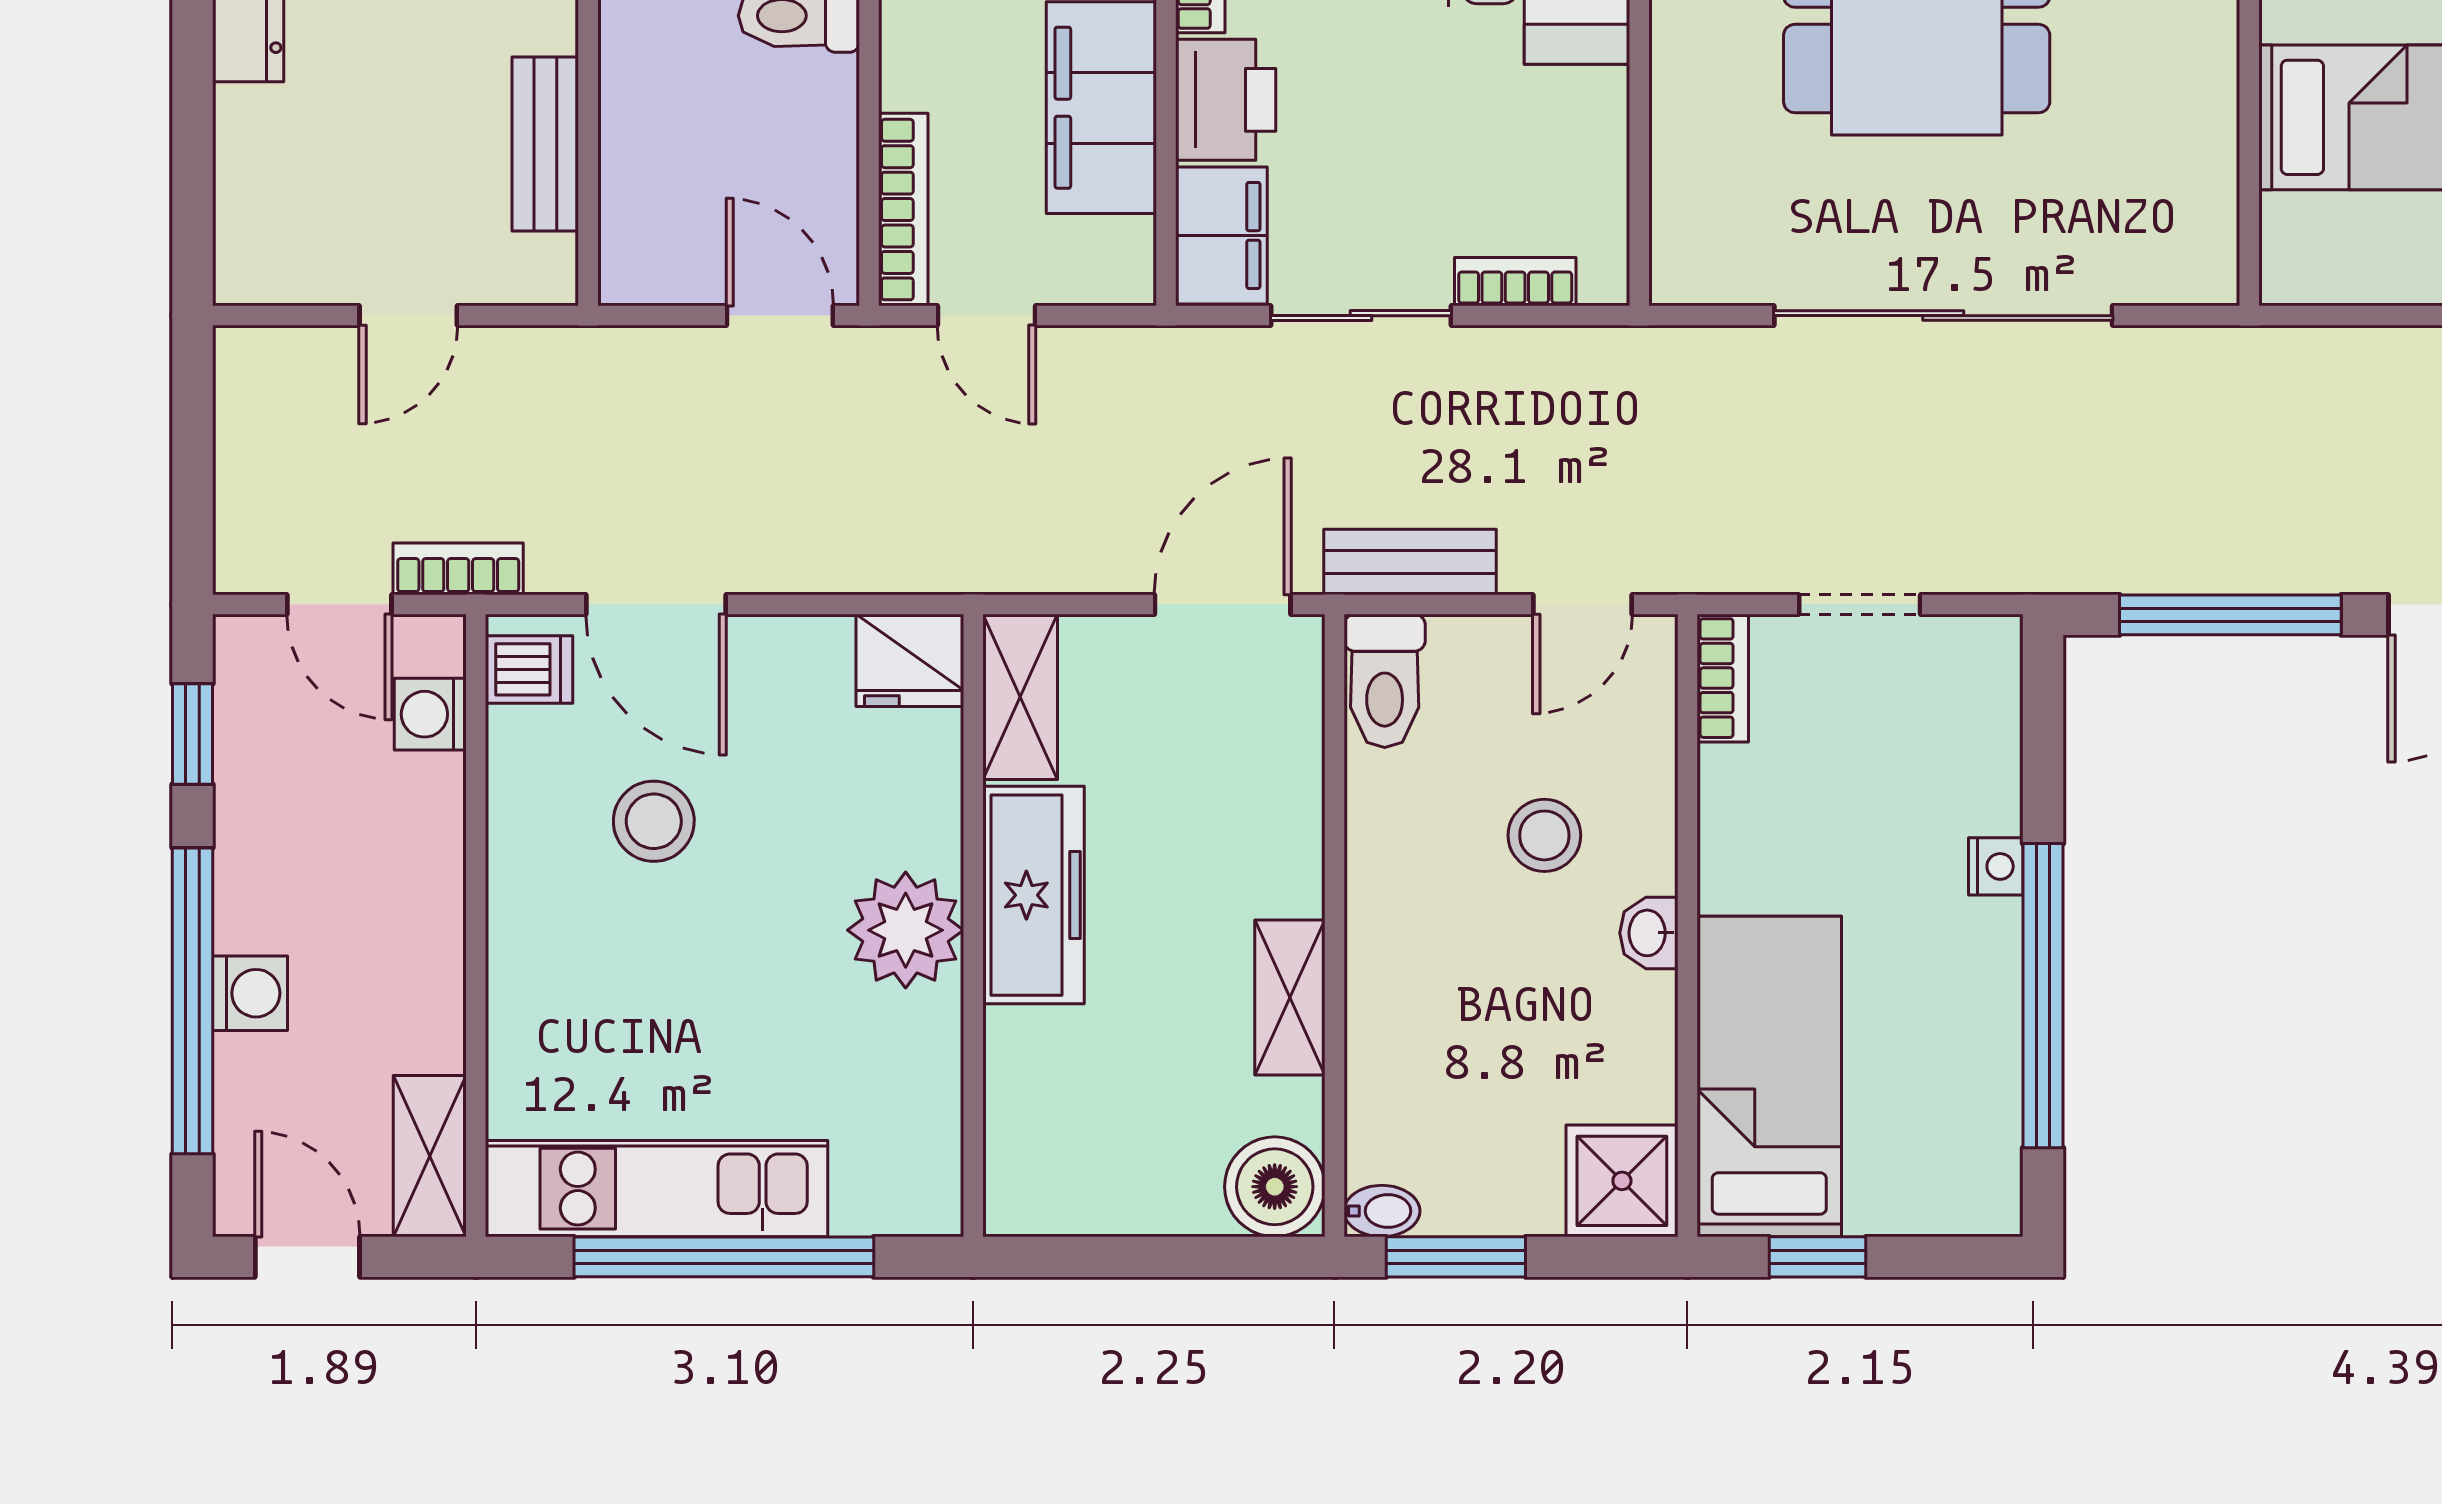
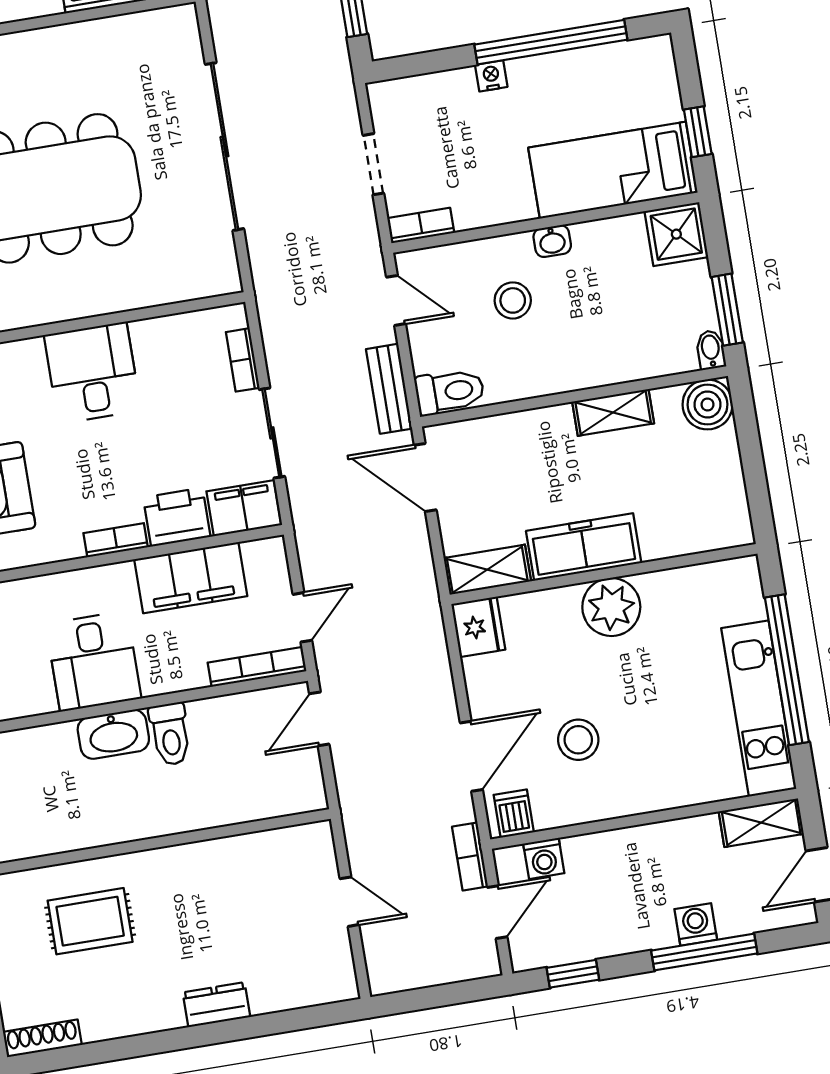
bench: (545, 144) -> (254, 848), removed
window: (193, 1001) -> (704, 952), width x0.68

